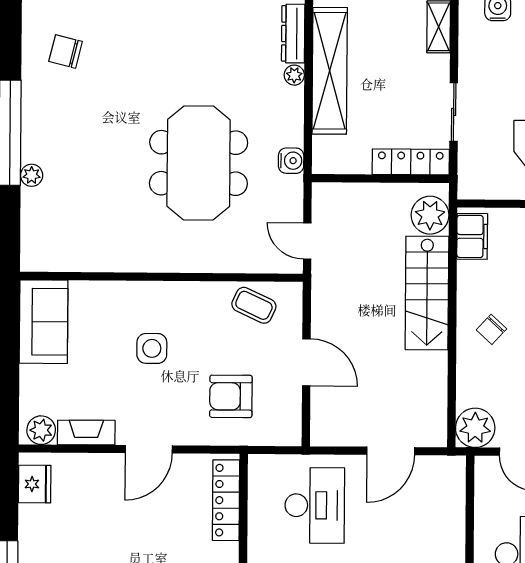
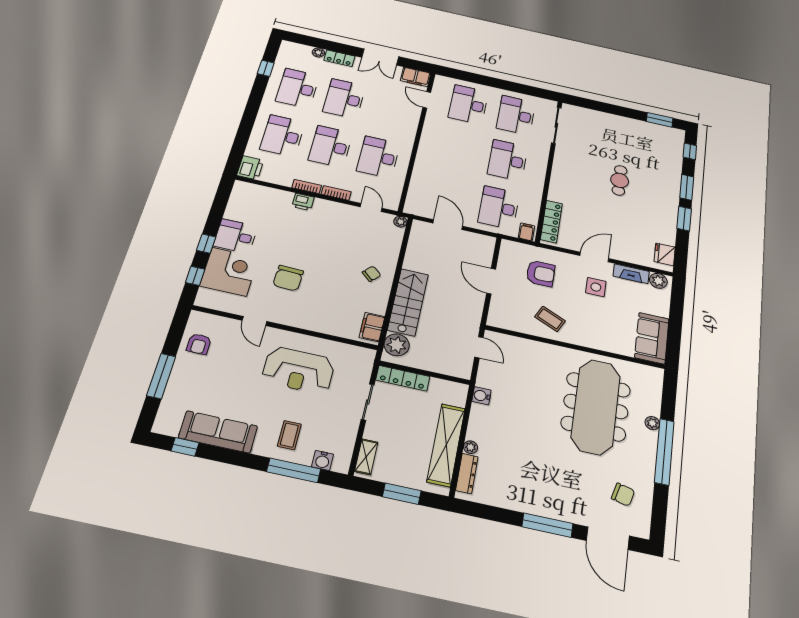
meeting table: (199, 163) -> (596, 407), moved, width x1.36
coffee table: (254, 305) -> (550, 319), moved
side table: (152, 348) -> (596, 287), moved
plant: (475, 428) -> (400, 222), width x0.53, depth x0.53
door: (391, 451) -> (448, 225), hinge flipped
filing cabinet: (264, 469) -> (526, 232), added

